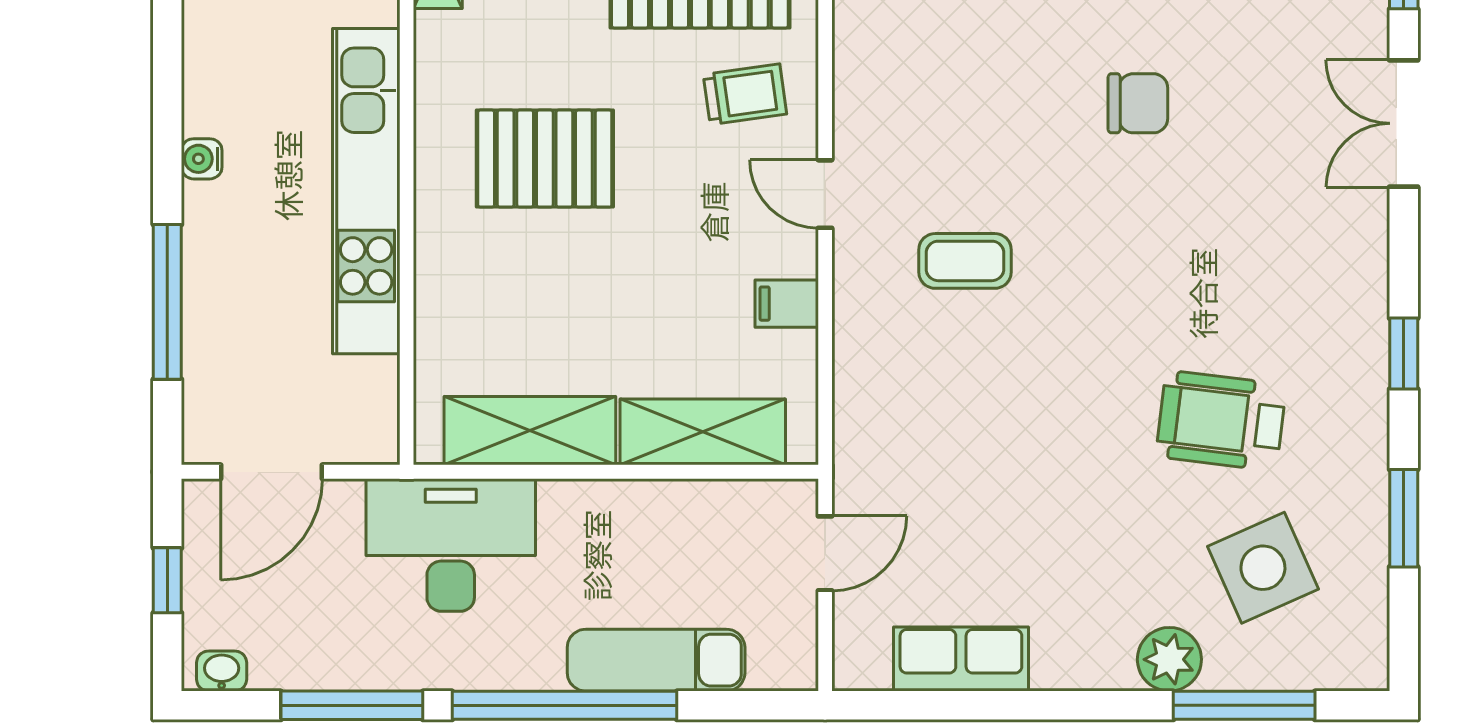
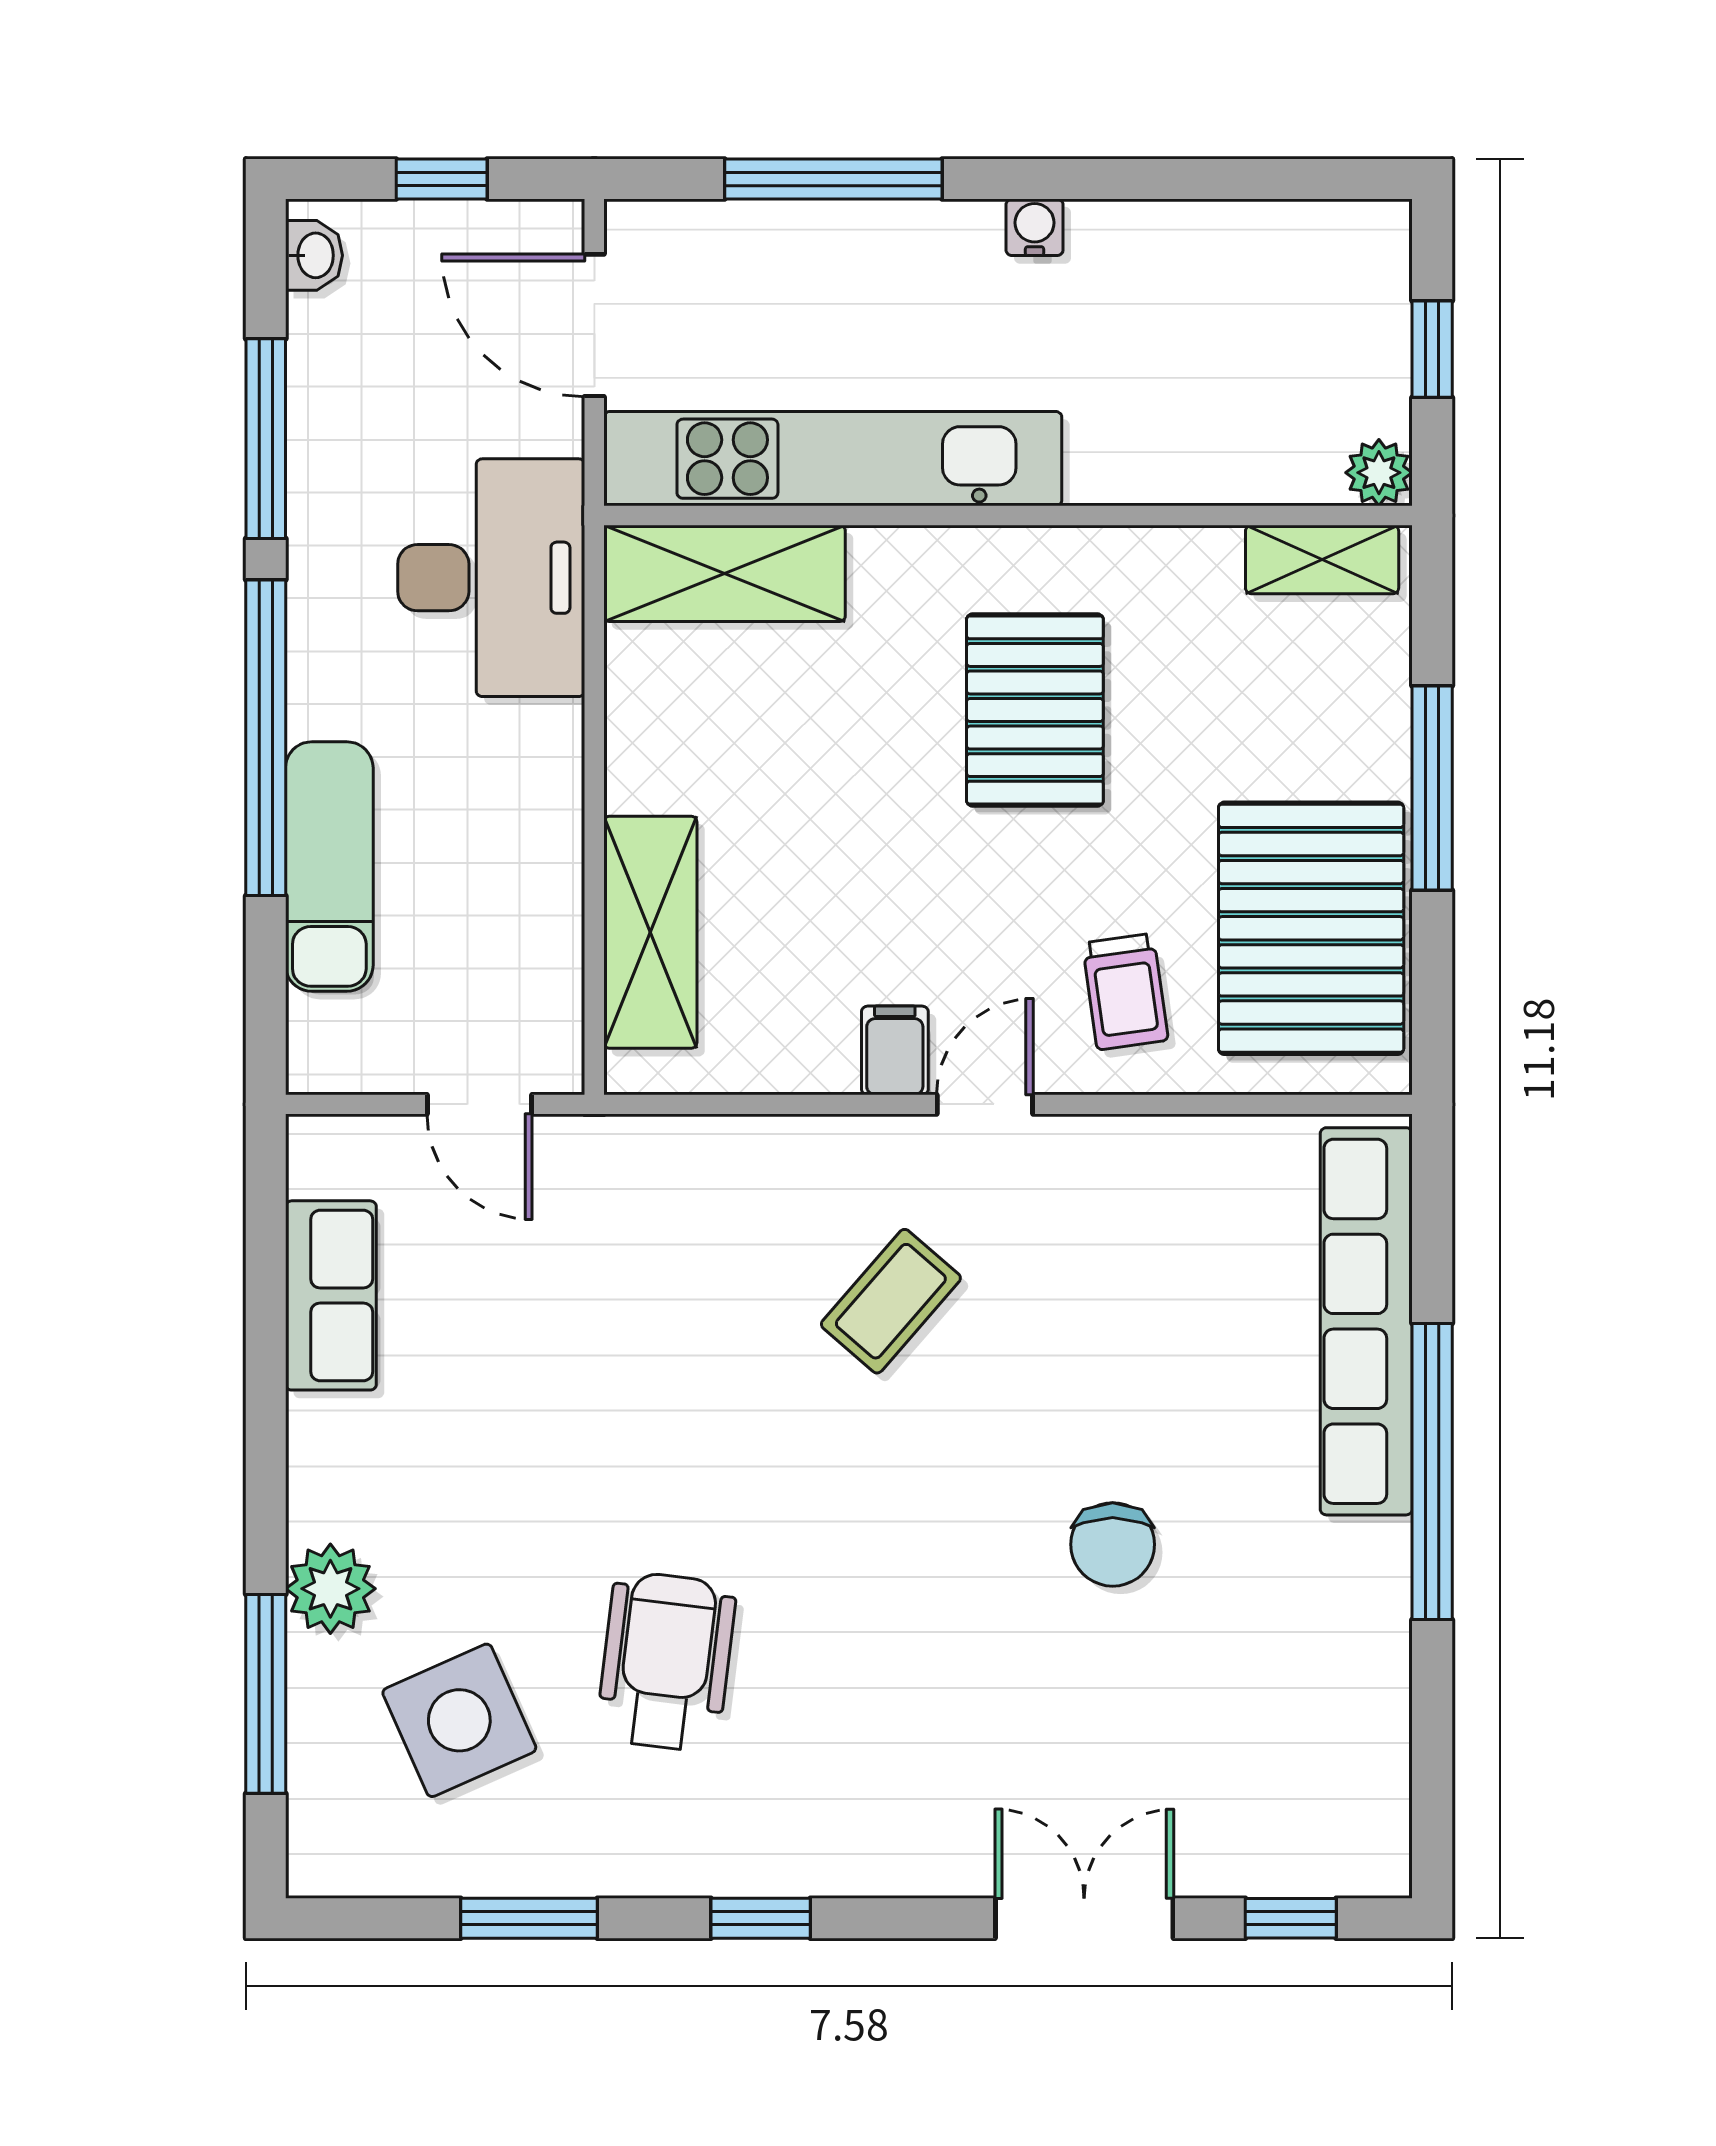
kitchen unit: (366, 191) -> (833, 459), moved
coffee table: (965, 261) -> (891, 1301), turned 41
filing cabinet: (787, 304) -> (895, 1050), moved
shelving: (530, 431) -> (725, 573), moved, turned 90

